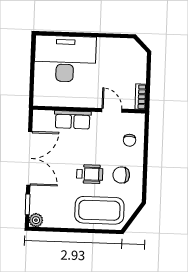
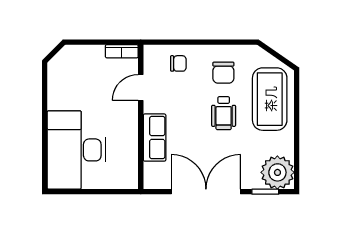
wheelchair: (90, 174) -> (224, 113), turned 180
plant: (36, 220) -> (277, 172), width x1.88, depth x1.88

